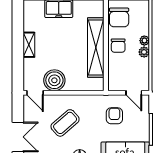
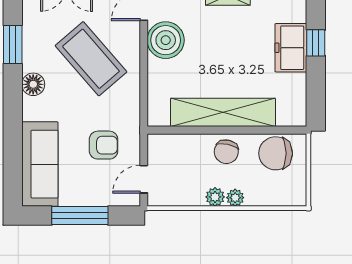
chair: (118, 46) -> (226, 152), turned -78
coffee table: (65, 123) -> (91, 59), width x1.36, depth x1.32

